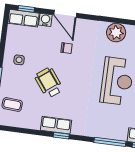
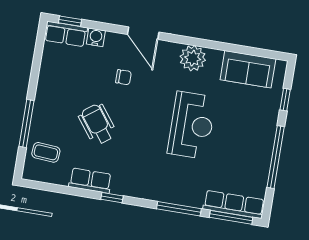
door: (65, 14) -> (143, 33), moved
side table: (19, 60) -> (58, 91), removed
row of seats: (56, 125) -> (90, 181), moved

